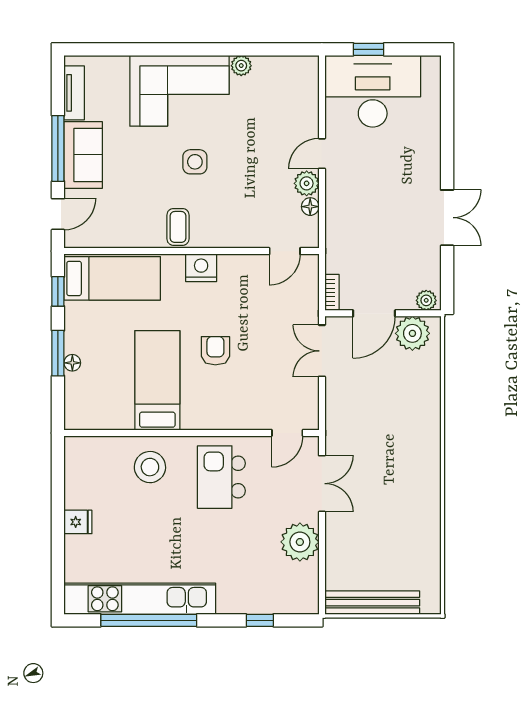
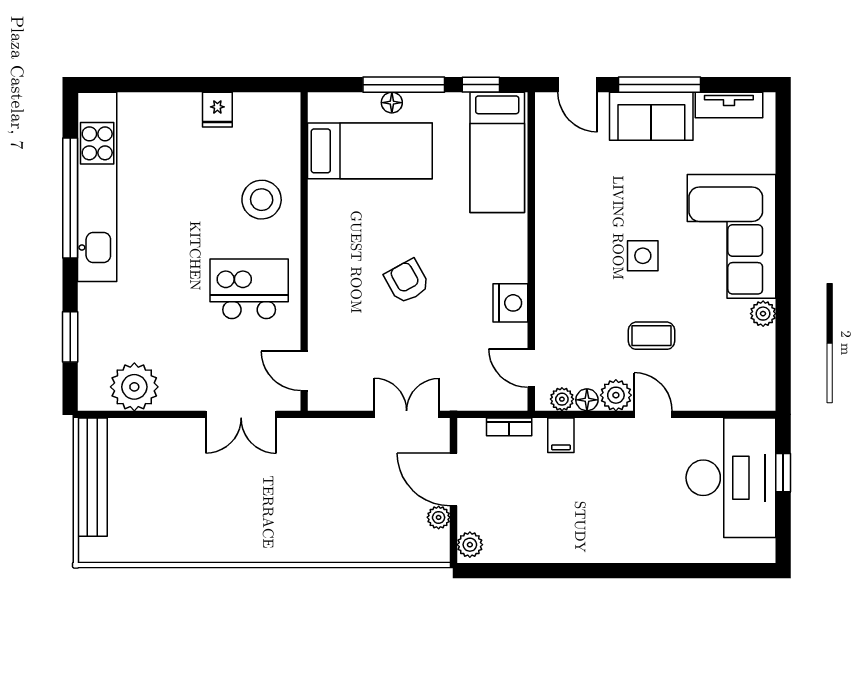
double door: (447, 218) -> (573, 571), removed
coffee table: (178, 227) -> (651, 336), moved
plant: (310, 227) -> (562, 399), added
filing cabinet: (339, 227) -> (561, 435), added
nightstand: (201, 268) -> (510, 303), moved
bookcase: (332, 292) -> (509, 427), moved
plant: (412, 333) -> (439, 517), width x0.53, depth x0.53
armchair: (215, 351) -> (407, 281), turned -119
window: (58, 353) -> (404, 85), width x1.44
bed: (157, 380) -> (370, 151), moved
fridge: (78, 522) -> (217, 110), moved
plant: (300, 542) -> (134, 387), moved
window: (260, 620) -> (70, 337), width x1.50

